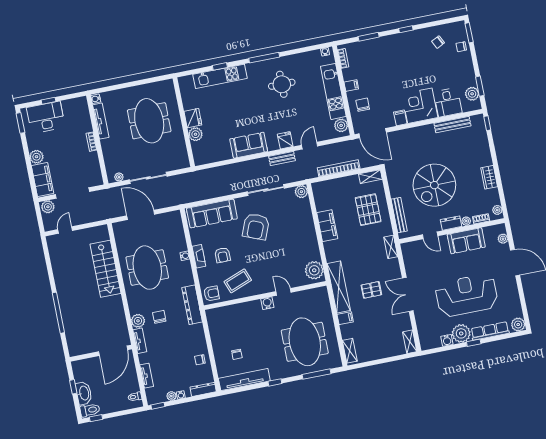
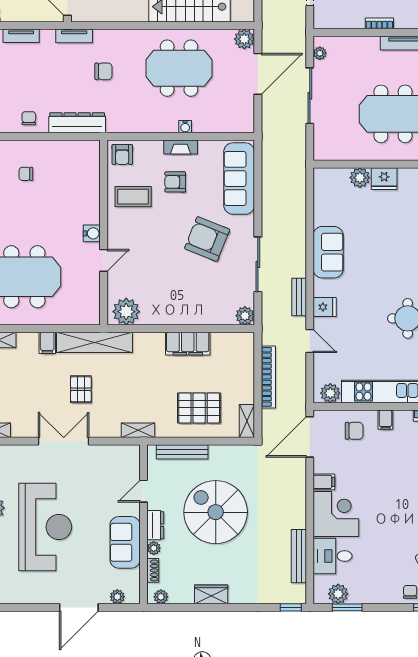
coffee table: (238, 281) -> (133, 197), turned -69
dresser: (192, 305) -> (77, 123), moved
plant: (138, 321) -> (244, 39), moved

